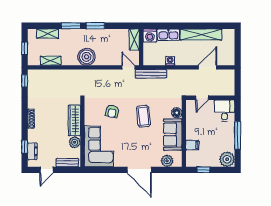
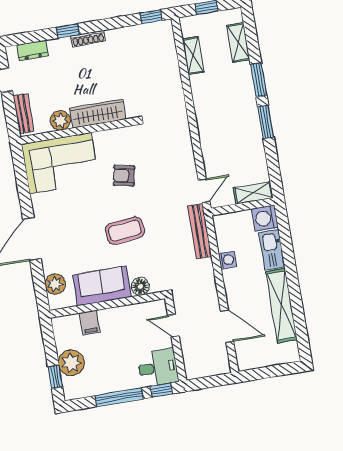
boiler: (87, 57) -> (210, 116), removed
window: (238, 111) -> (161, 390), added
window: (25, 147) -> (68, 31), moved
plant: (227, 159) -> (71, 363), moved
window: (204, 170) -> (55, 377), moved

